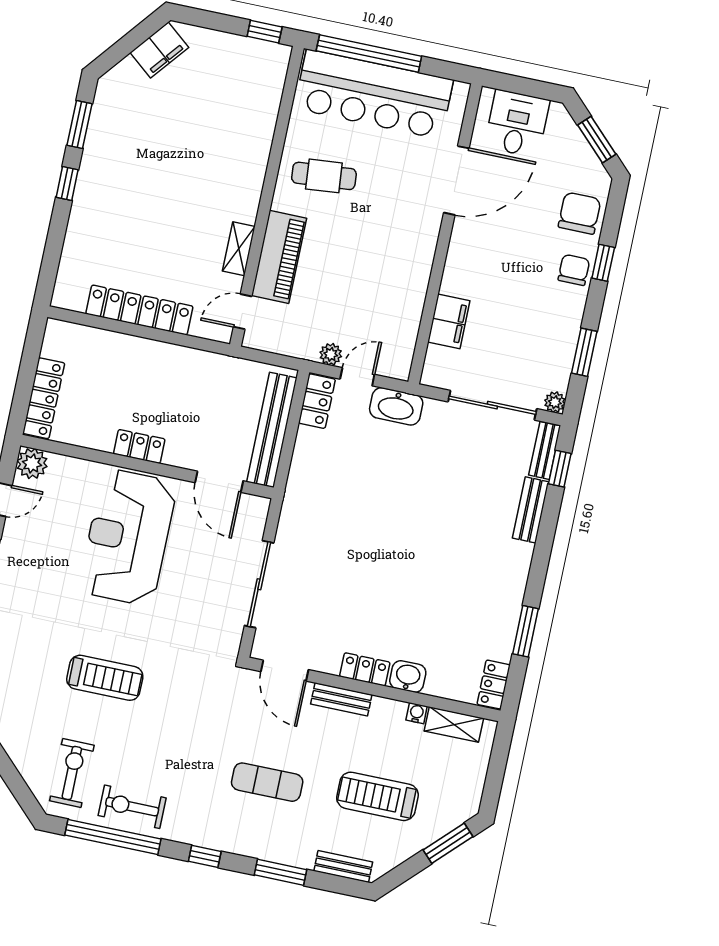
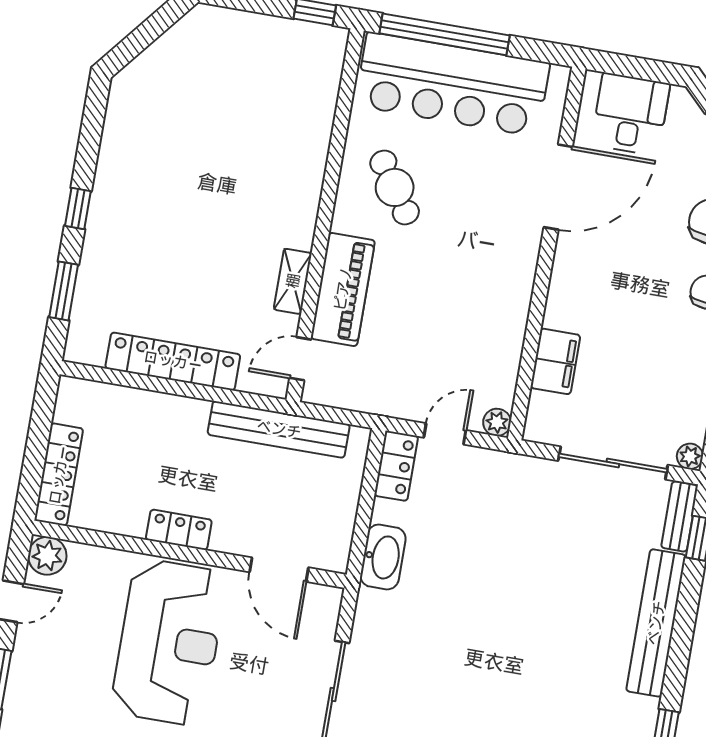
filing cabinet: (159, 50) -> (186, 39), removed
window: (80, 125) -> (64, 291), moved
cafe table: (324, 176) -> (395, 187), turned 61
plant: (331, 354) -> (497, 422), moved
washbasin: (396, 406) -> (383, 557), moved, turned -90
bench: (272, 430) -> (279, 429), moved, turned 90
bench: (531, 510) -> (656, 623), width x1.86, depth x1.21
reception desk: (128, 537) -> (169, 642), turned 180

